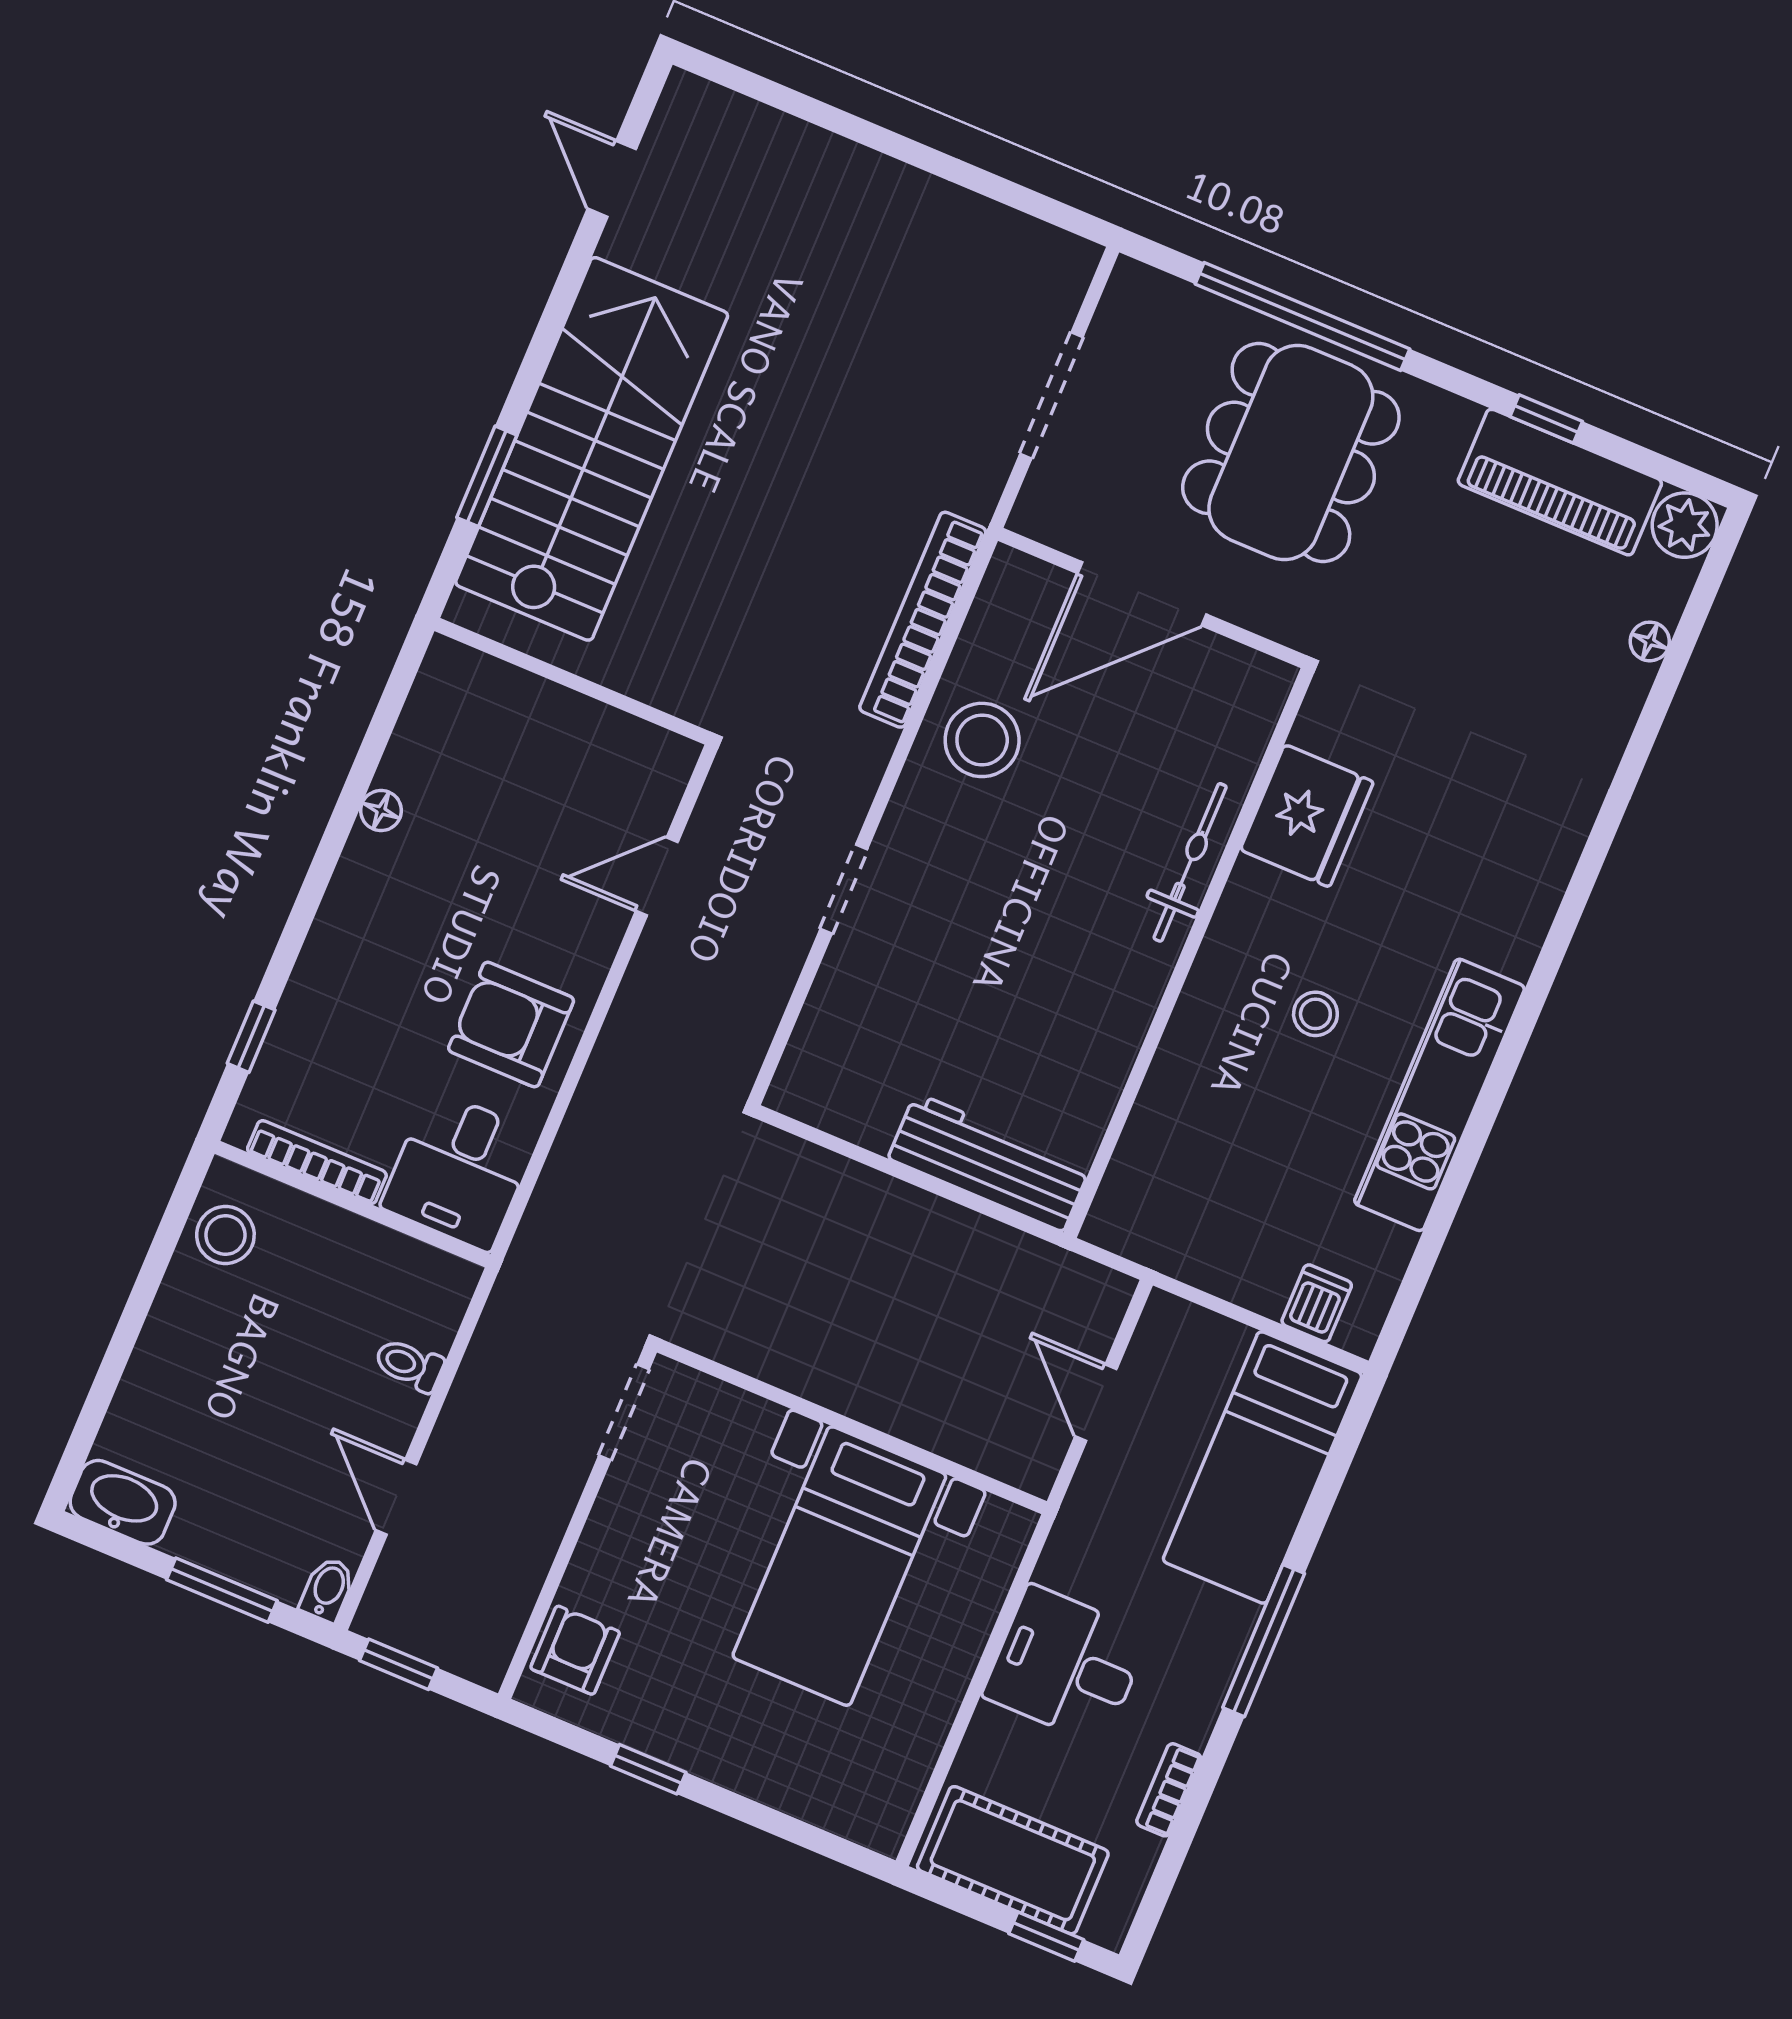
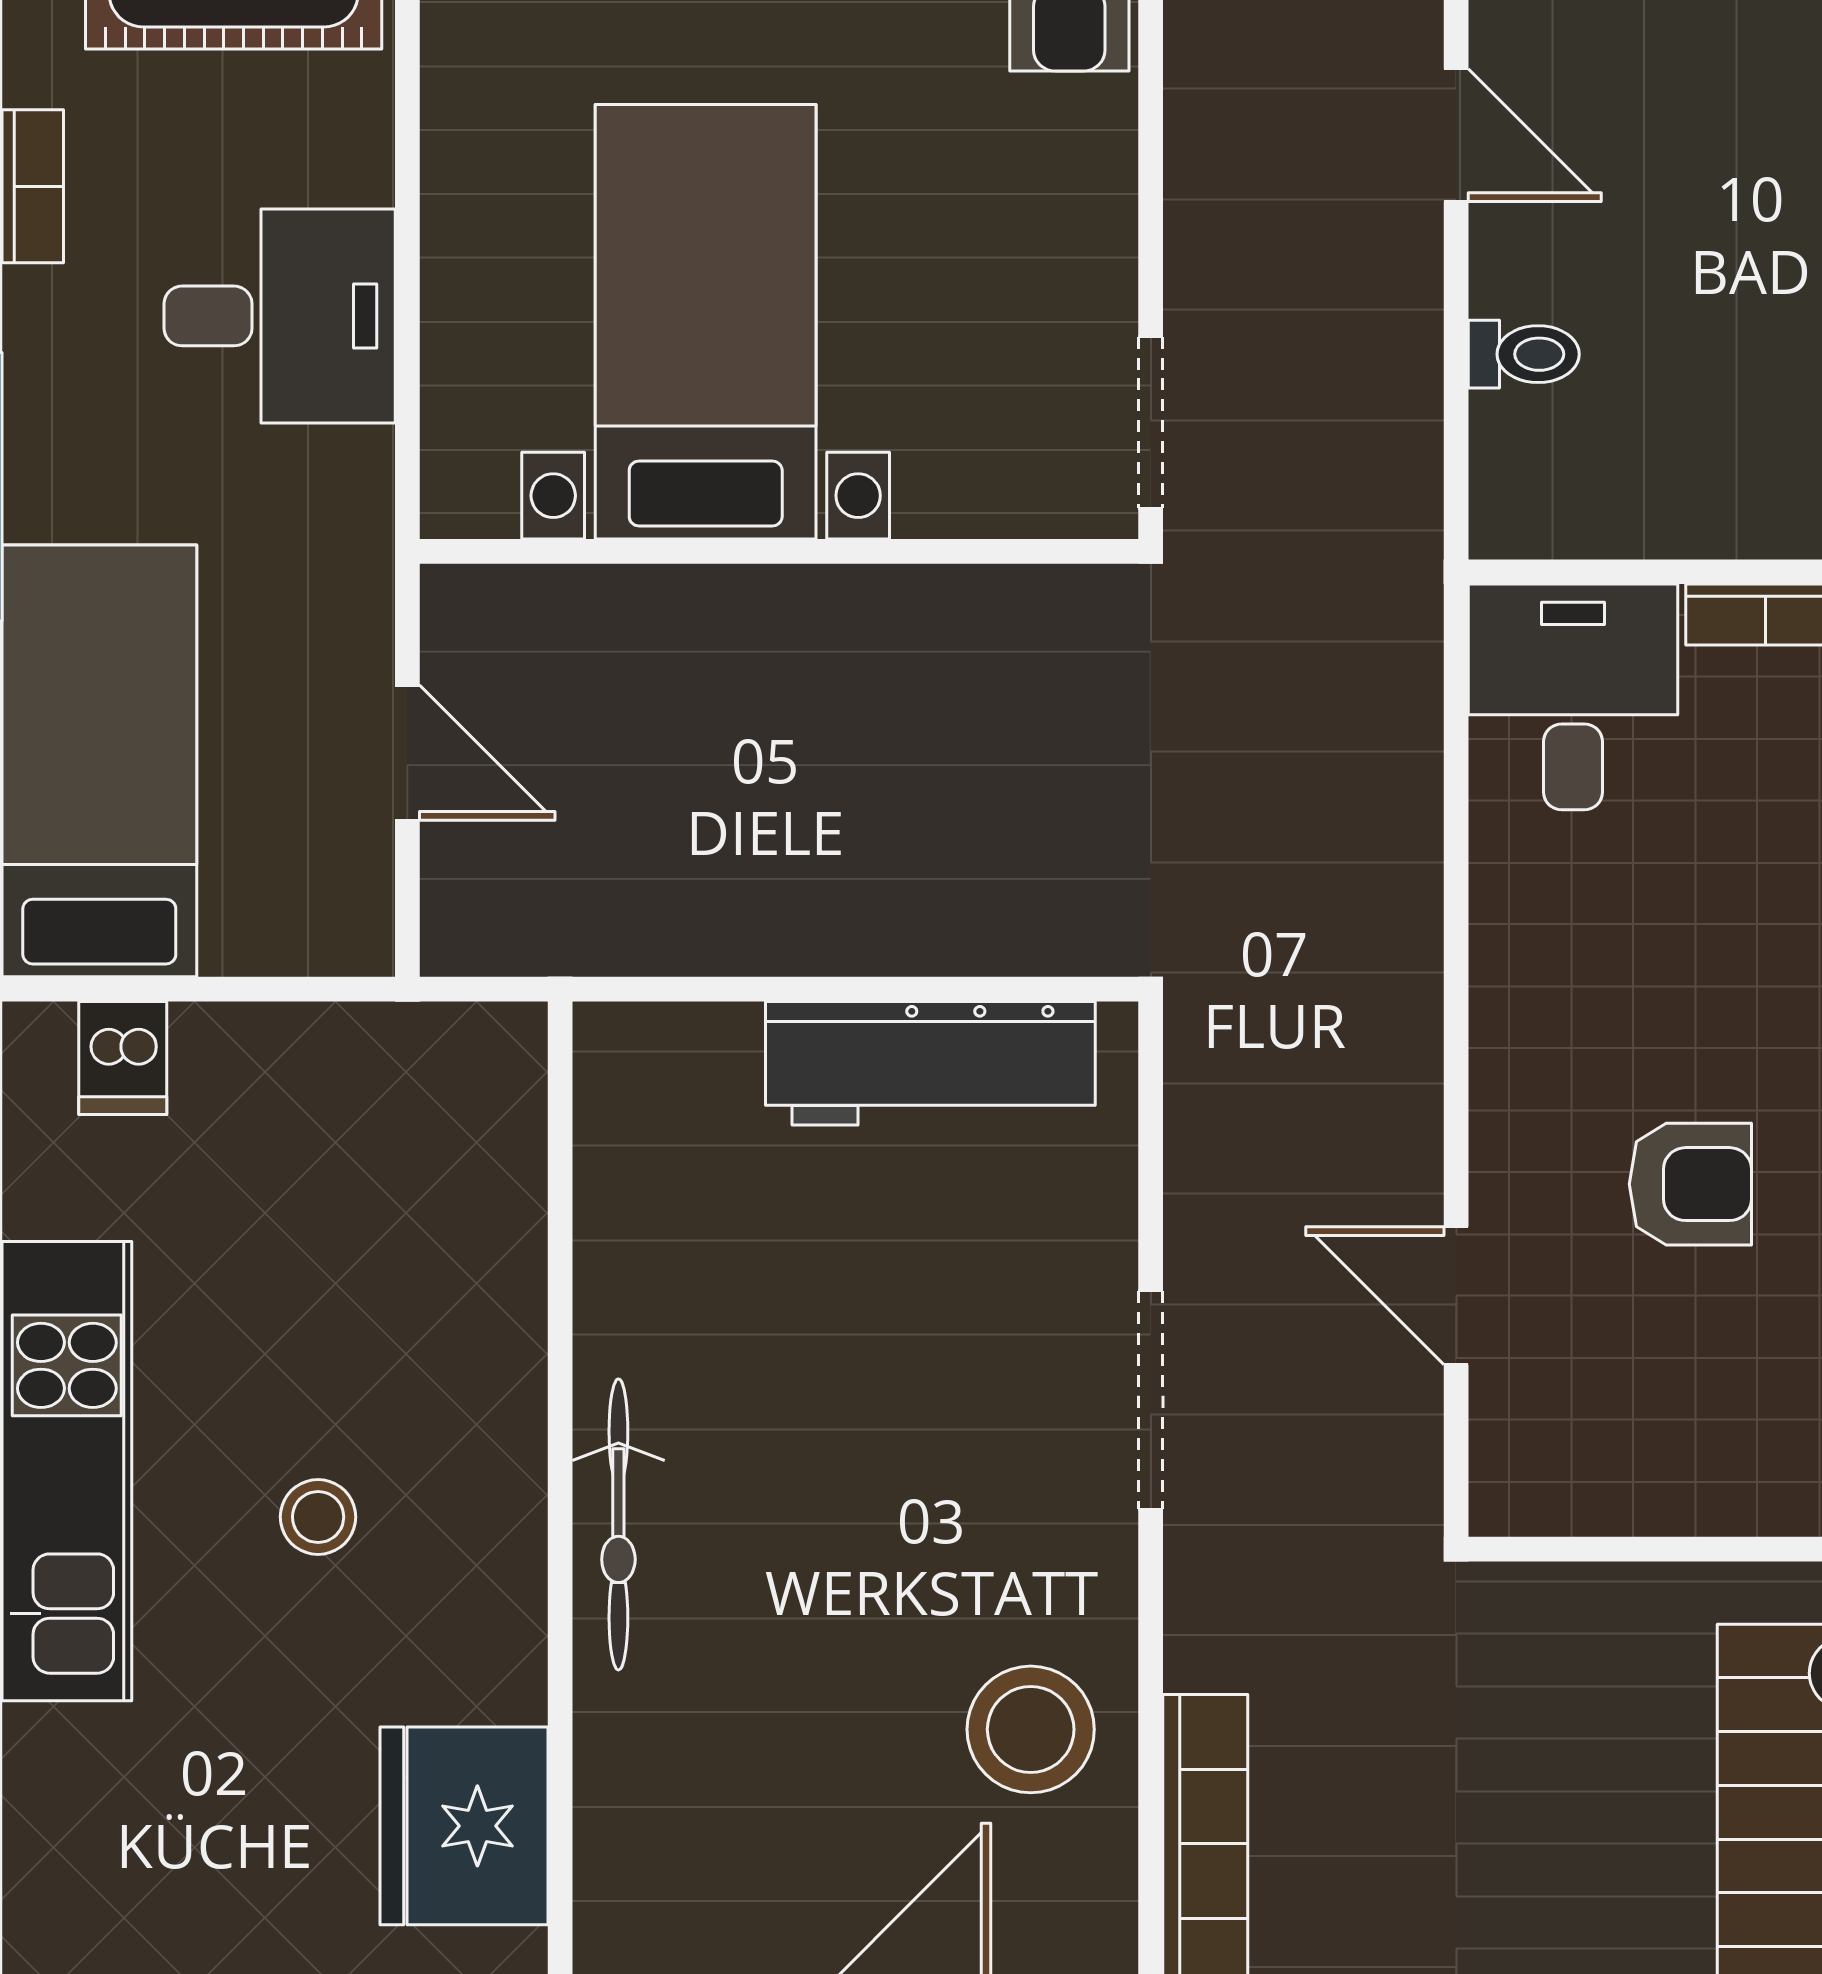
bicycle: (1190, 862) -> (618, 1524), moved
door: (657, 876) -> (1456, 1296), swing flipped
doorway: (844, 889) -> (1151, 1400), width x1.38
armchair: (511, 1024) -> (1690, 1184), moved, width x0.72, depth x0.72
workbench: (989, 1162) -> (930, 1063), moved

